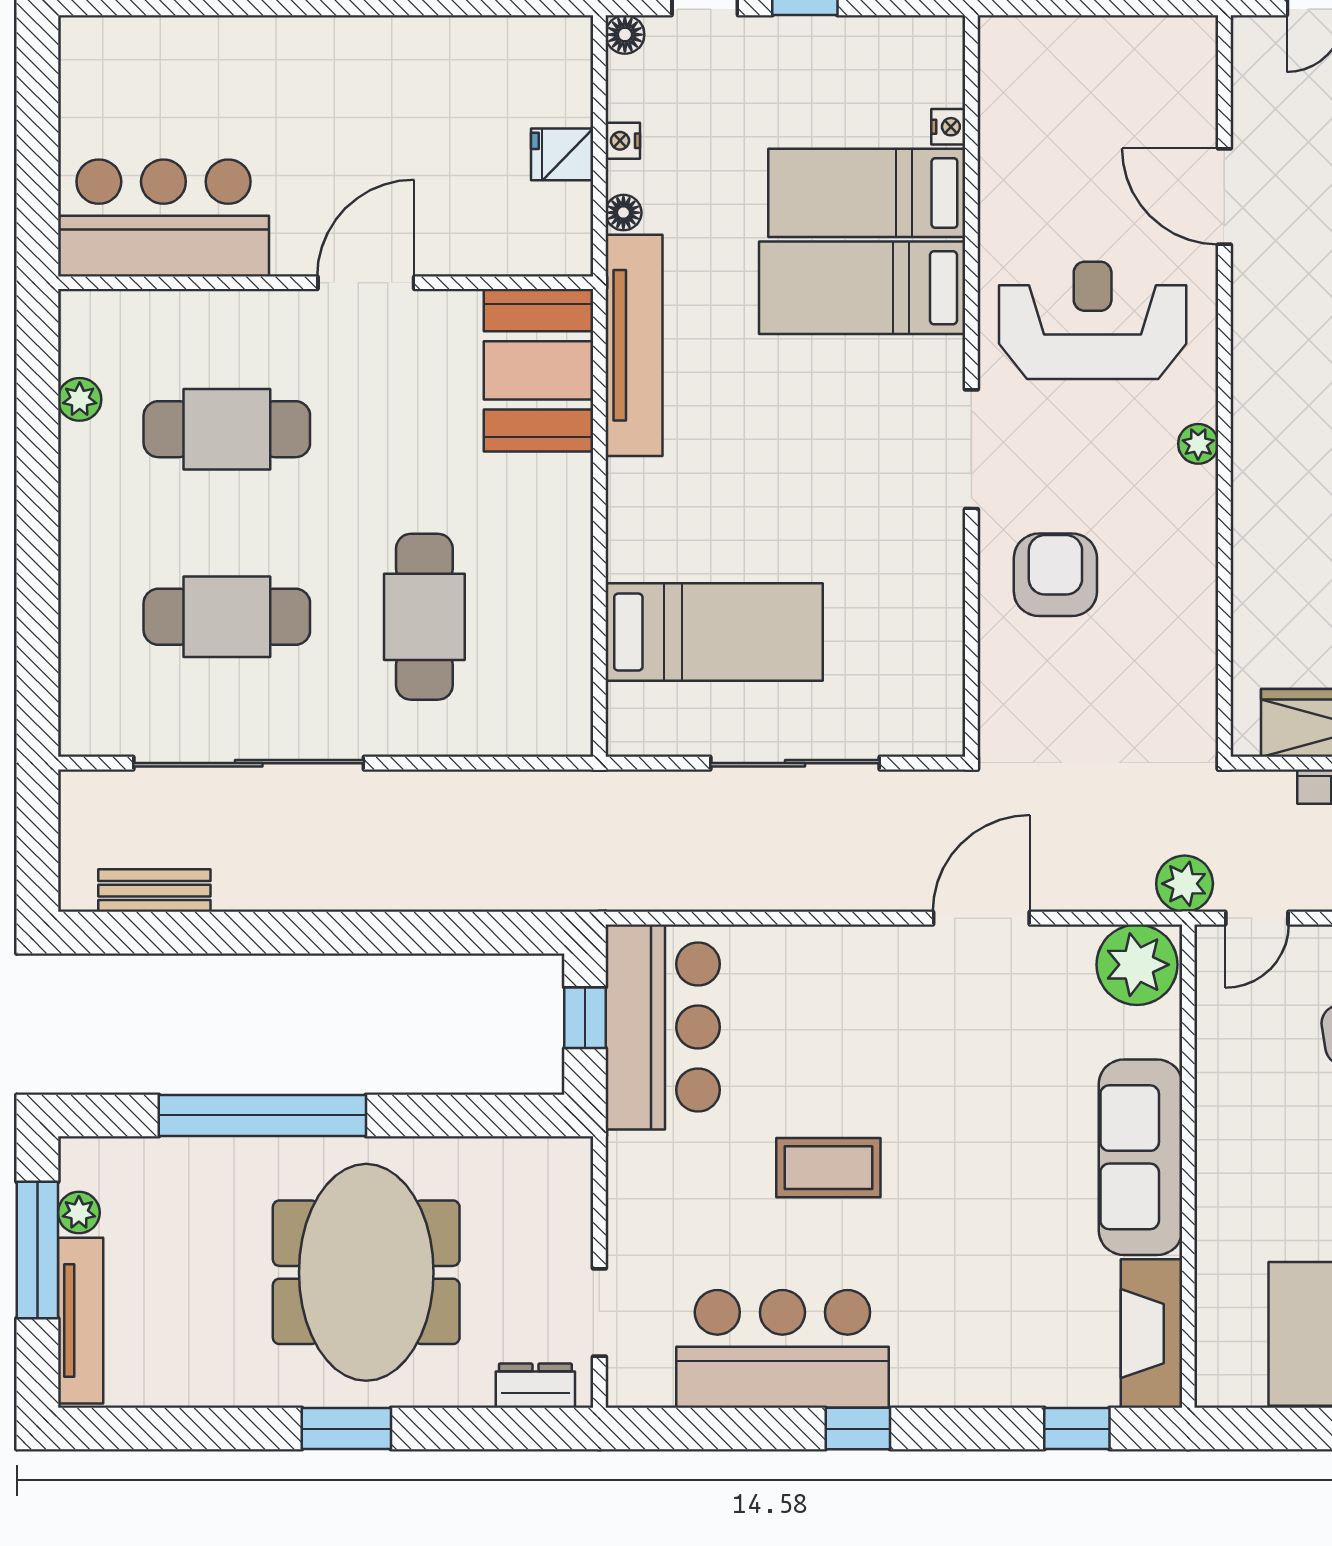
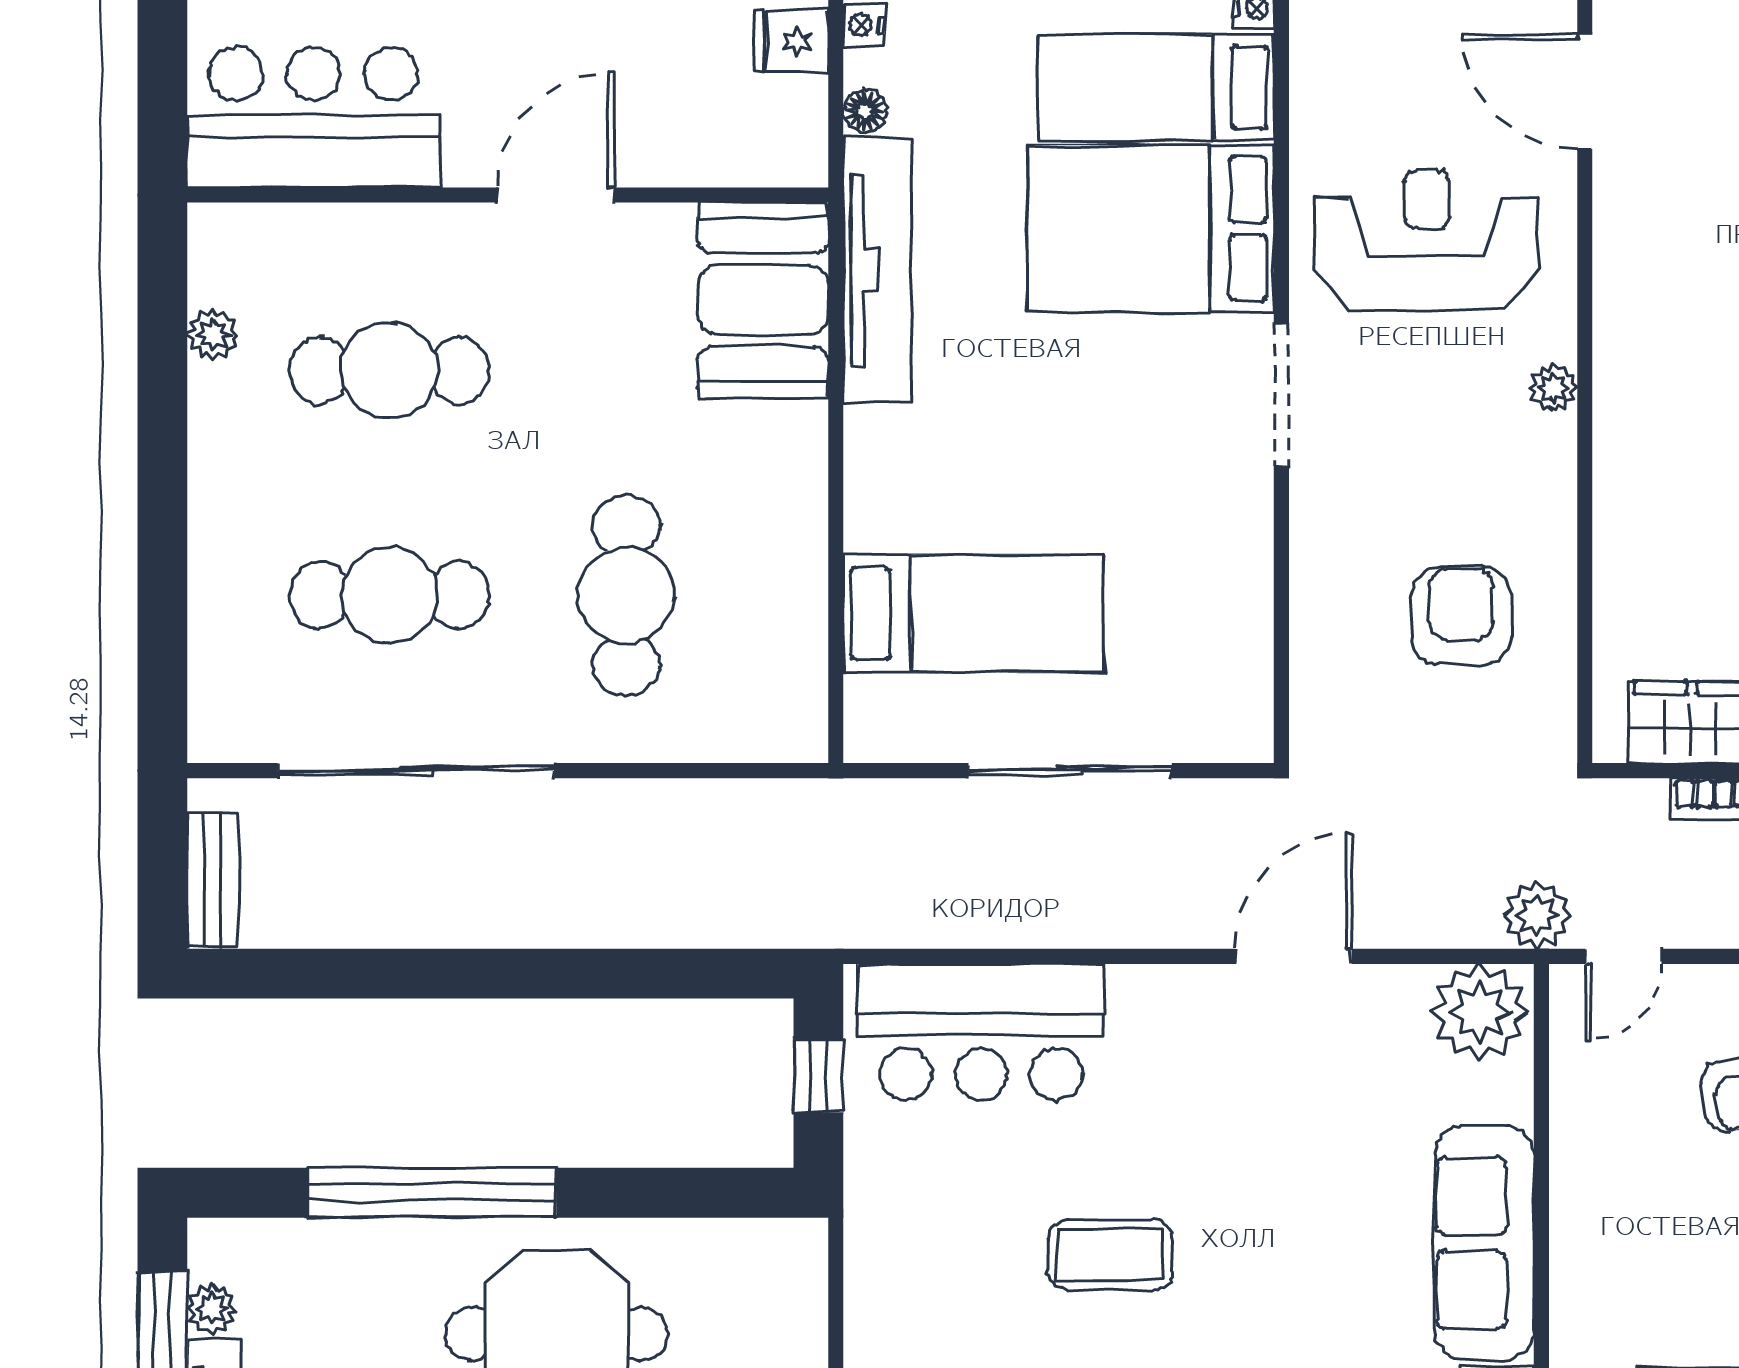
bed: (862, 288) -> (1151, 229), width x1.50
armchair: (1055, 575) -> (1461, 616), moved
bench: (154, 891) -> (213, 880), moved, turned 90
bar counter: (663, 1027) -> (981, 1032), moved, turned 90

